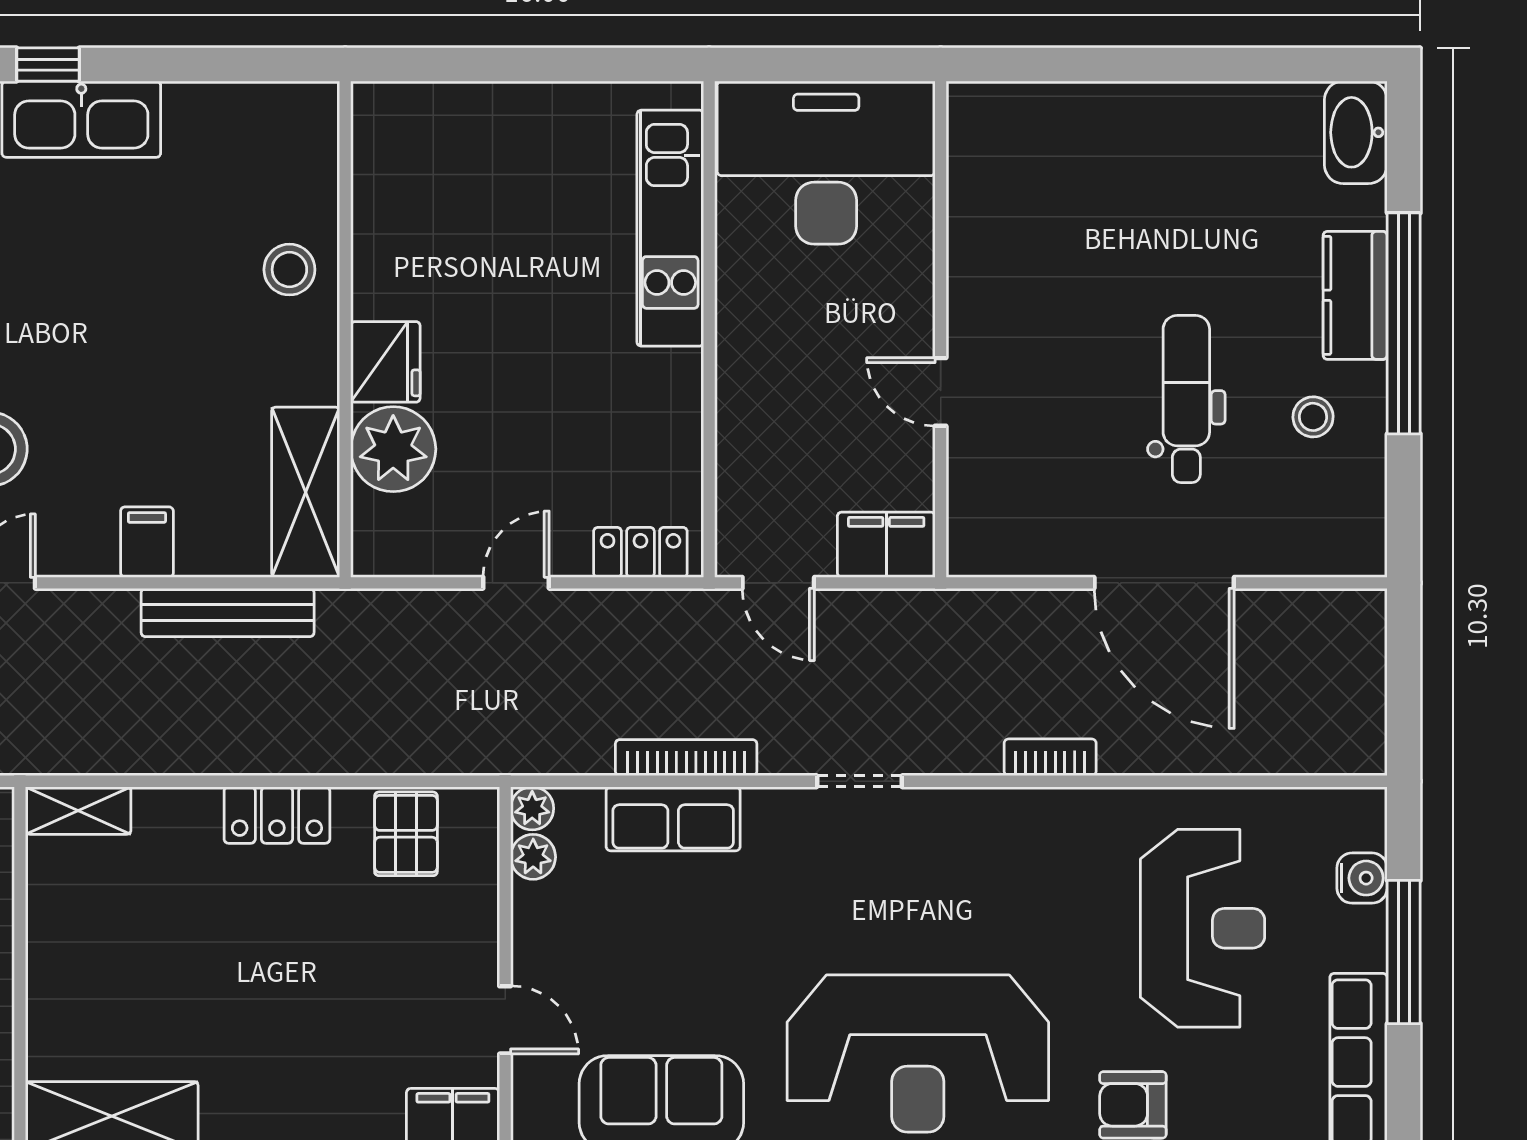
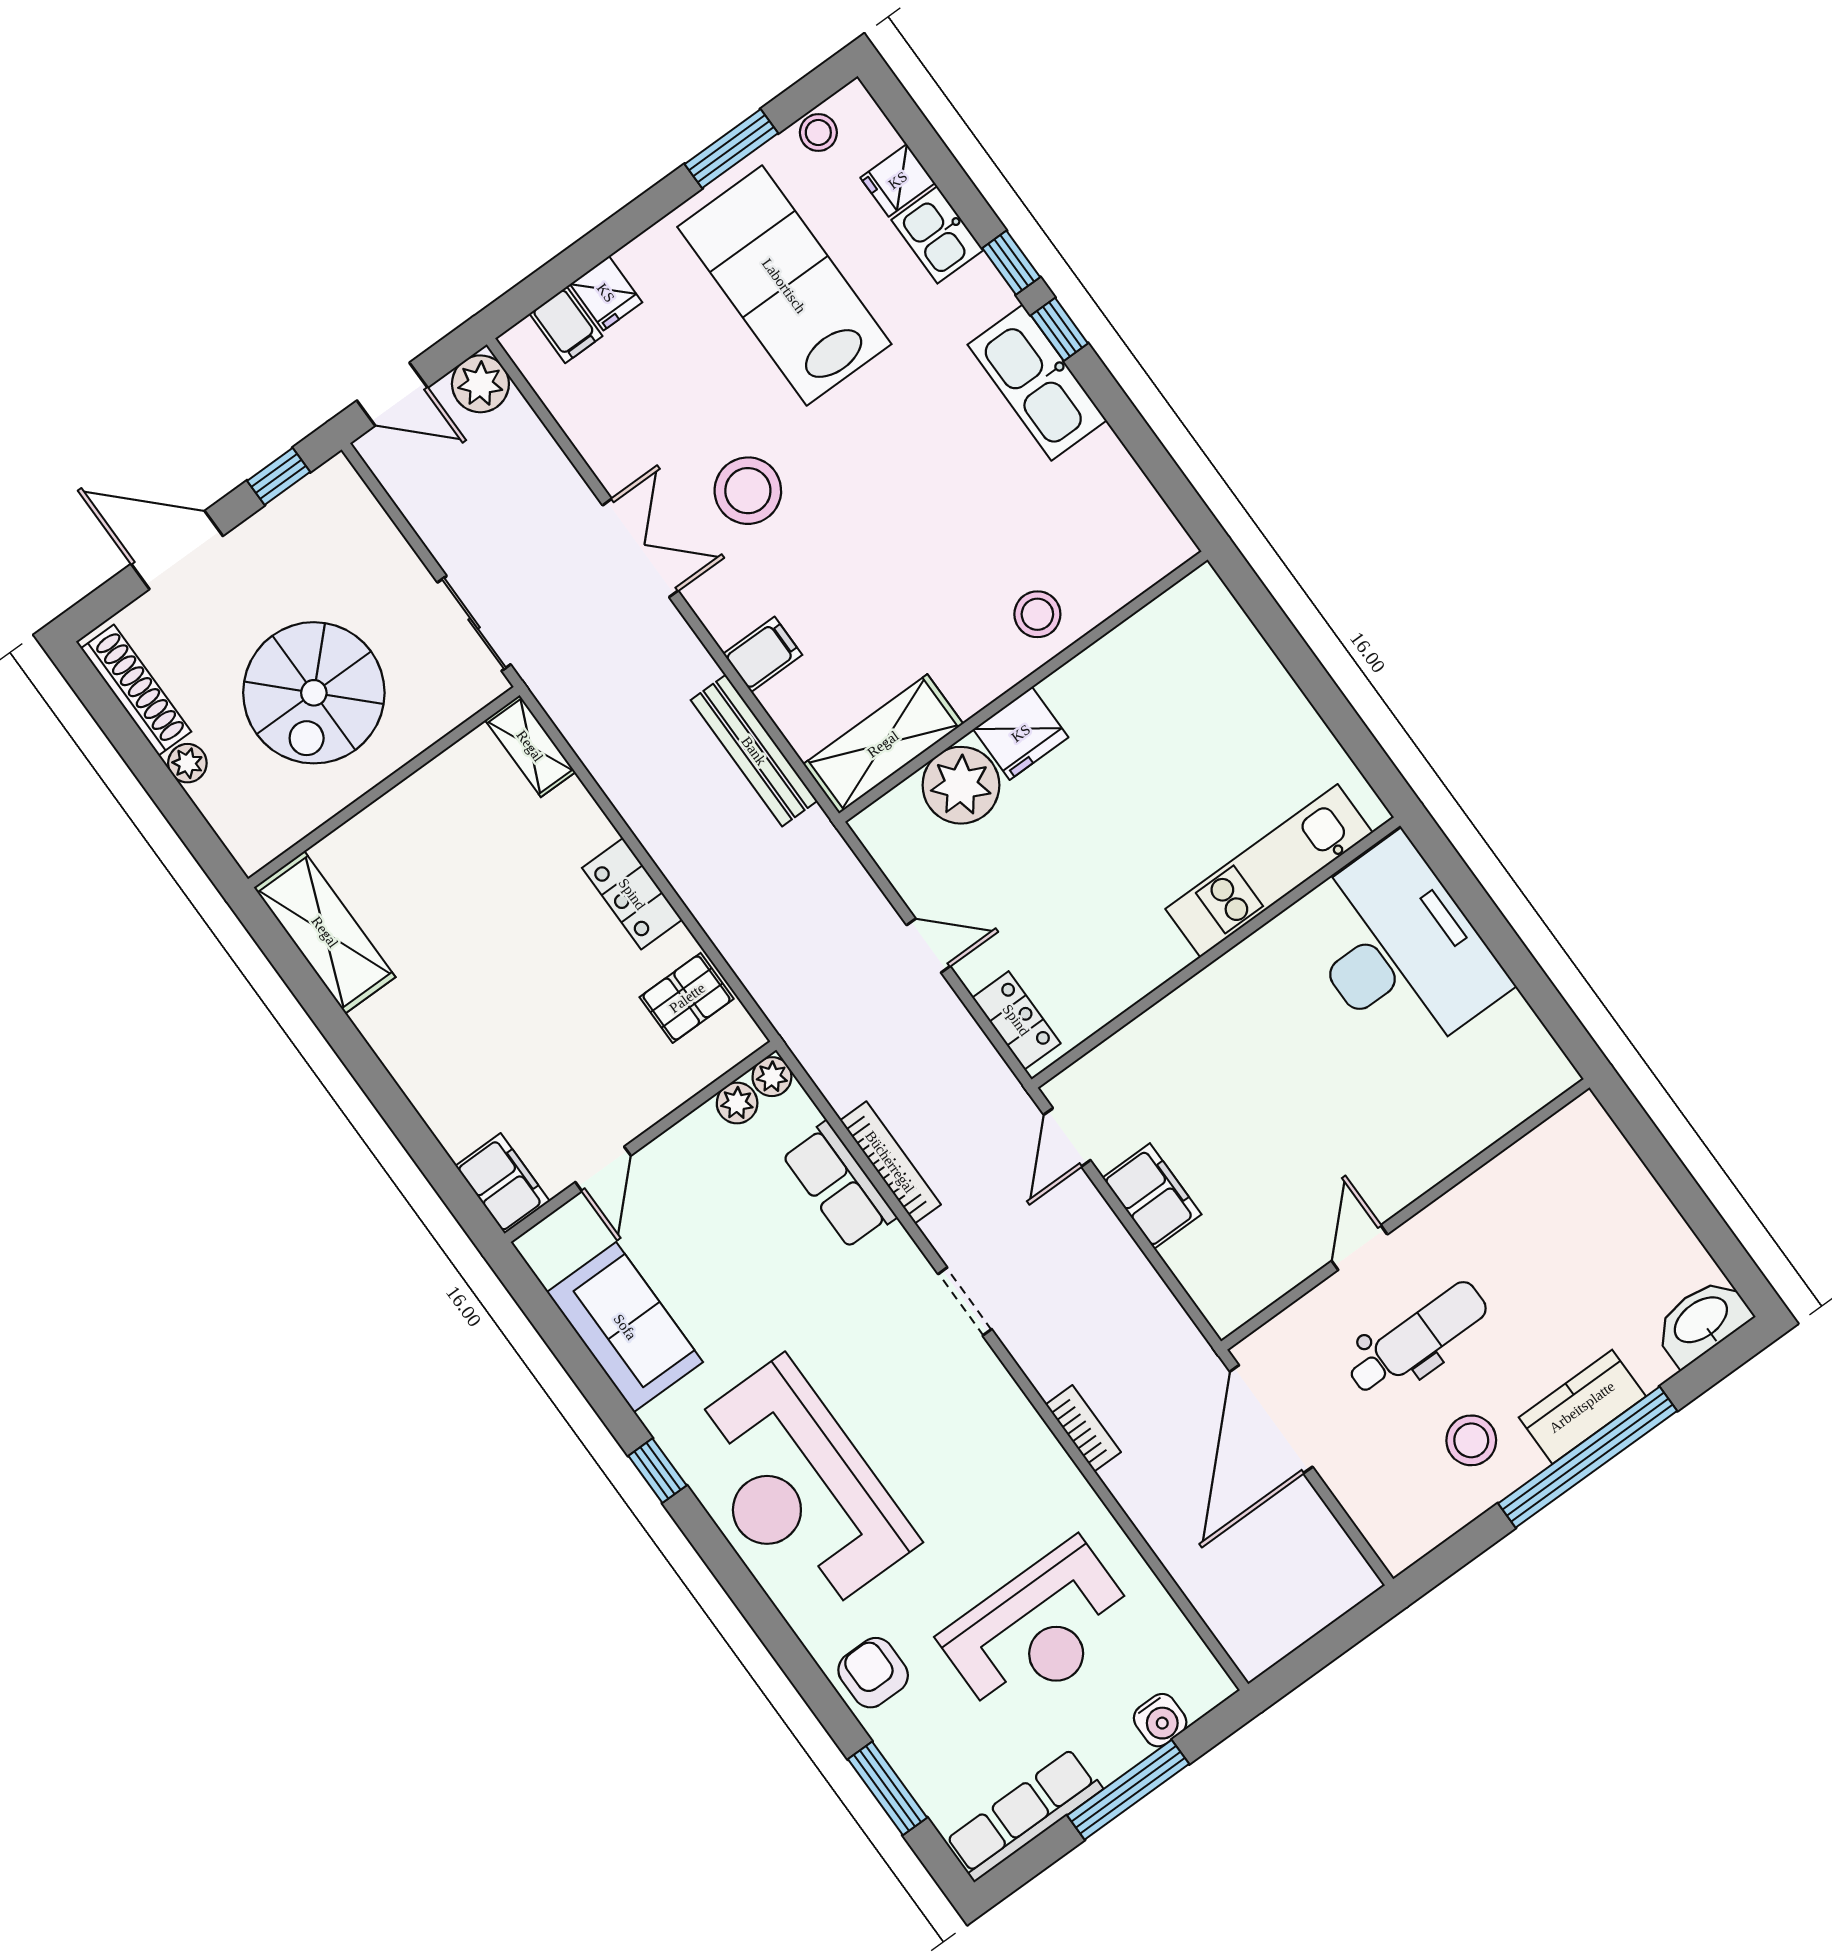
wall: (941, 329) -> (1405, 1214), moved
door: (941, 392) -> (1360, 1248), moved
stool: (1313, 417) -> (1471, 1440), width x1.37, depth x1.37

